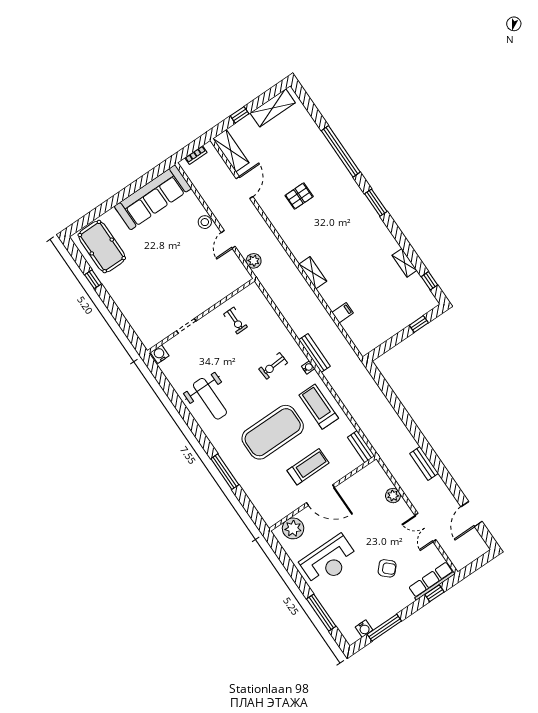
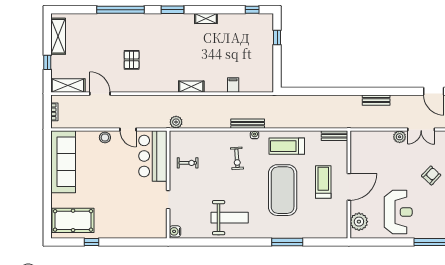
plant: (254, 261) -> (176, 122), moved
shelving: (405, 263) -> (206, 18), moved
bar counter: (219, 282) -> (153, 156), added
plant: (393, 496) -> (400, 137), moved

